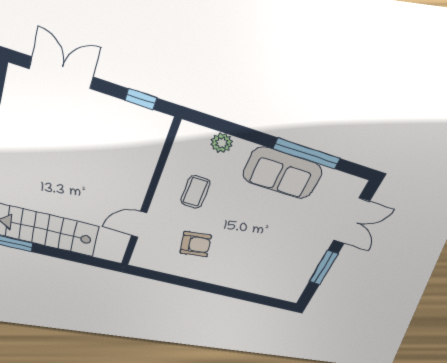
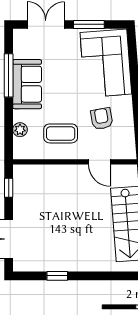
coffee table: (195, 192) -> (61, 133), width x1.36, depth x1.30
corner sofa: (265, 270) -> (106, 63), added

